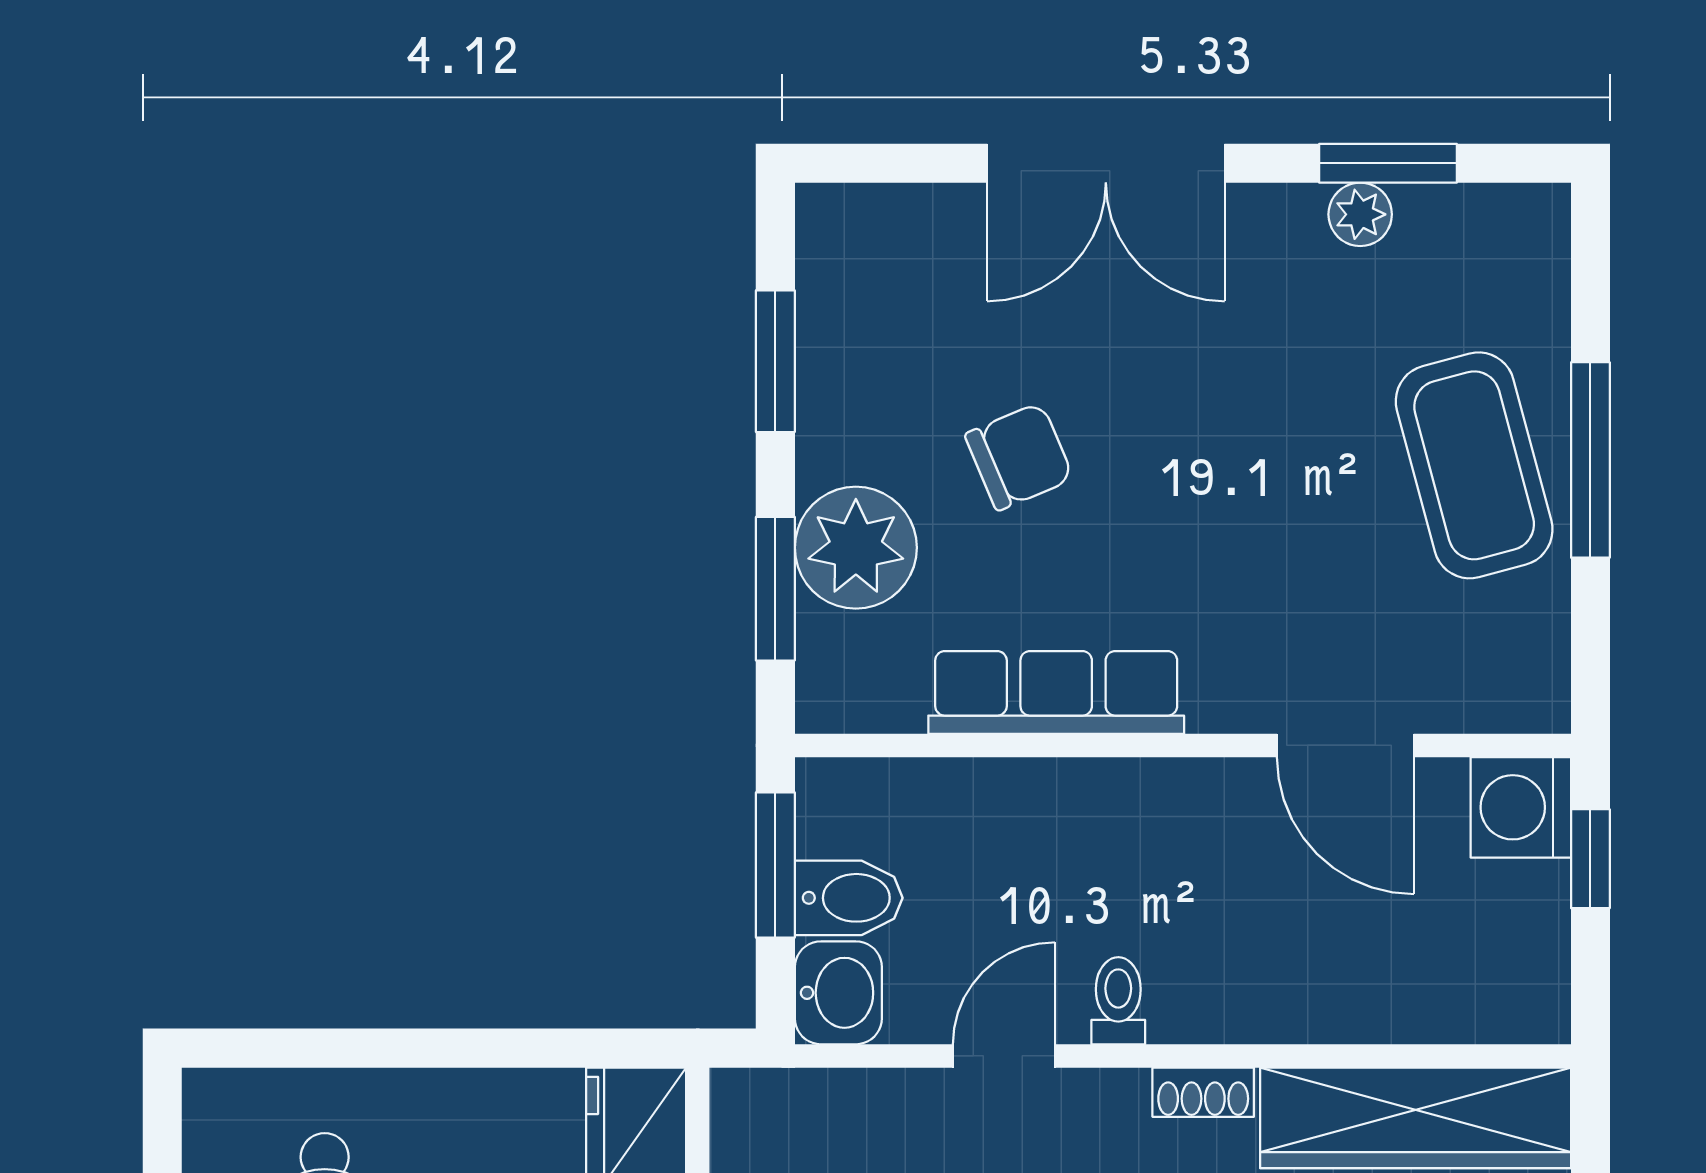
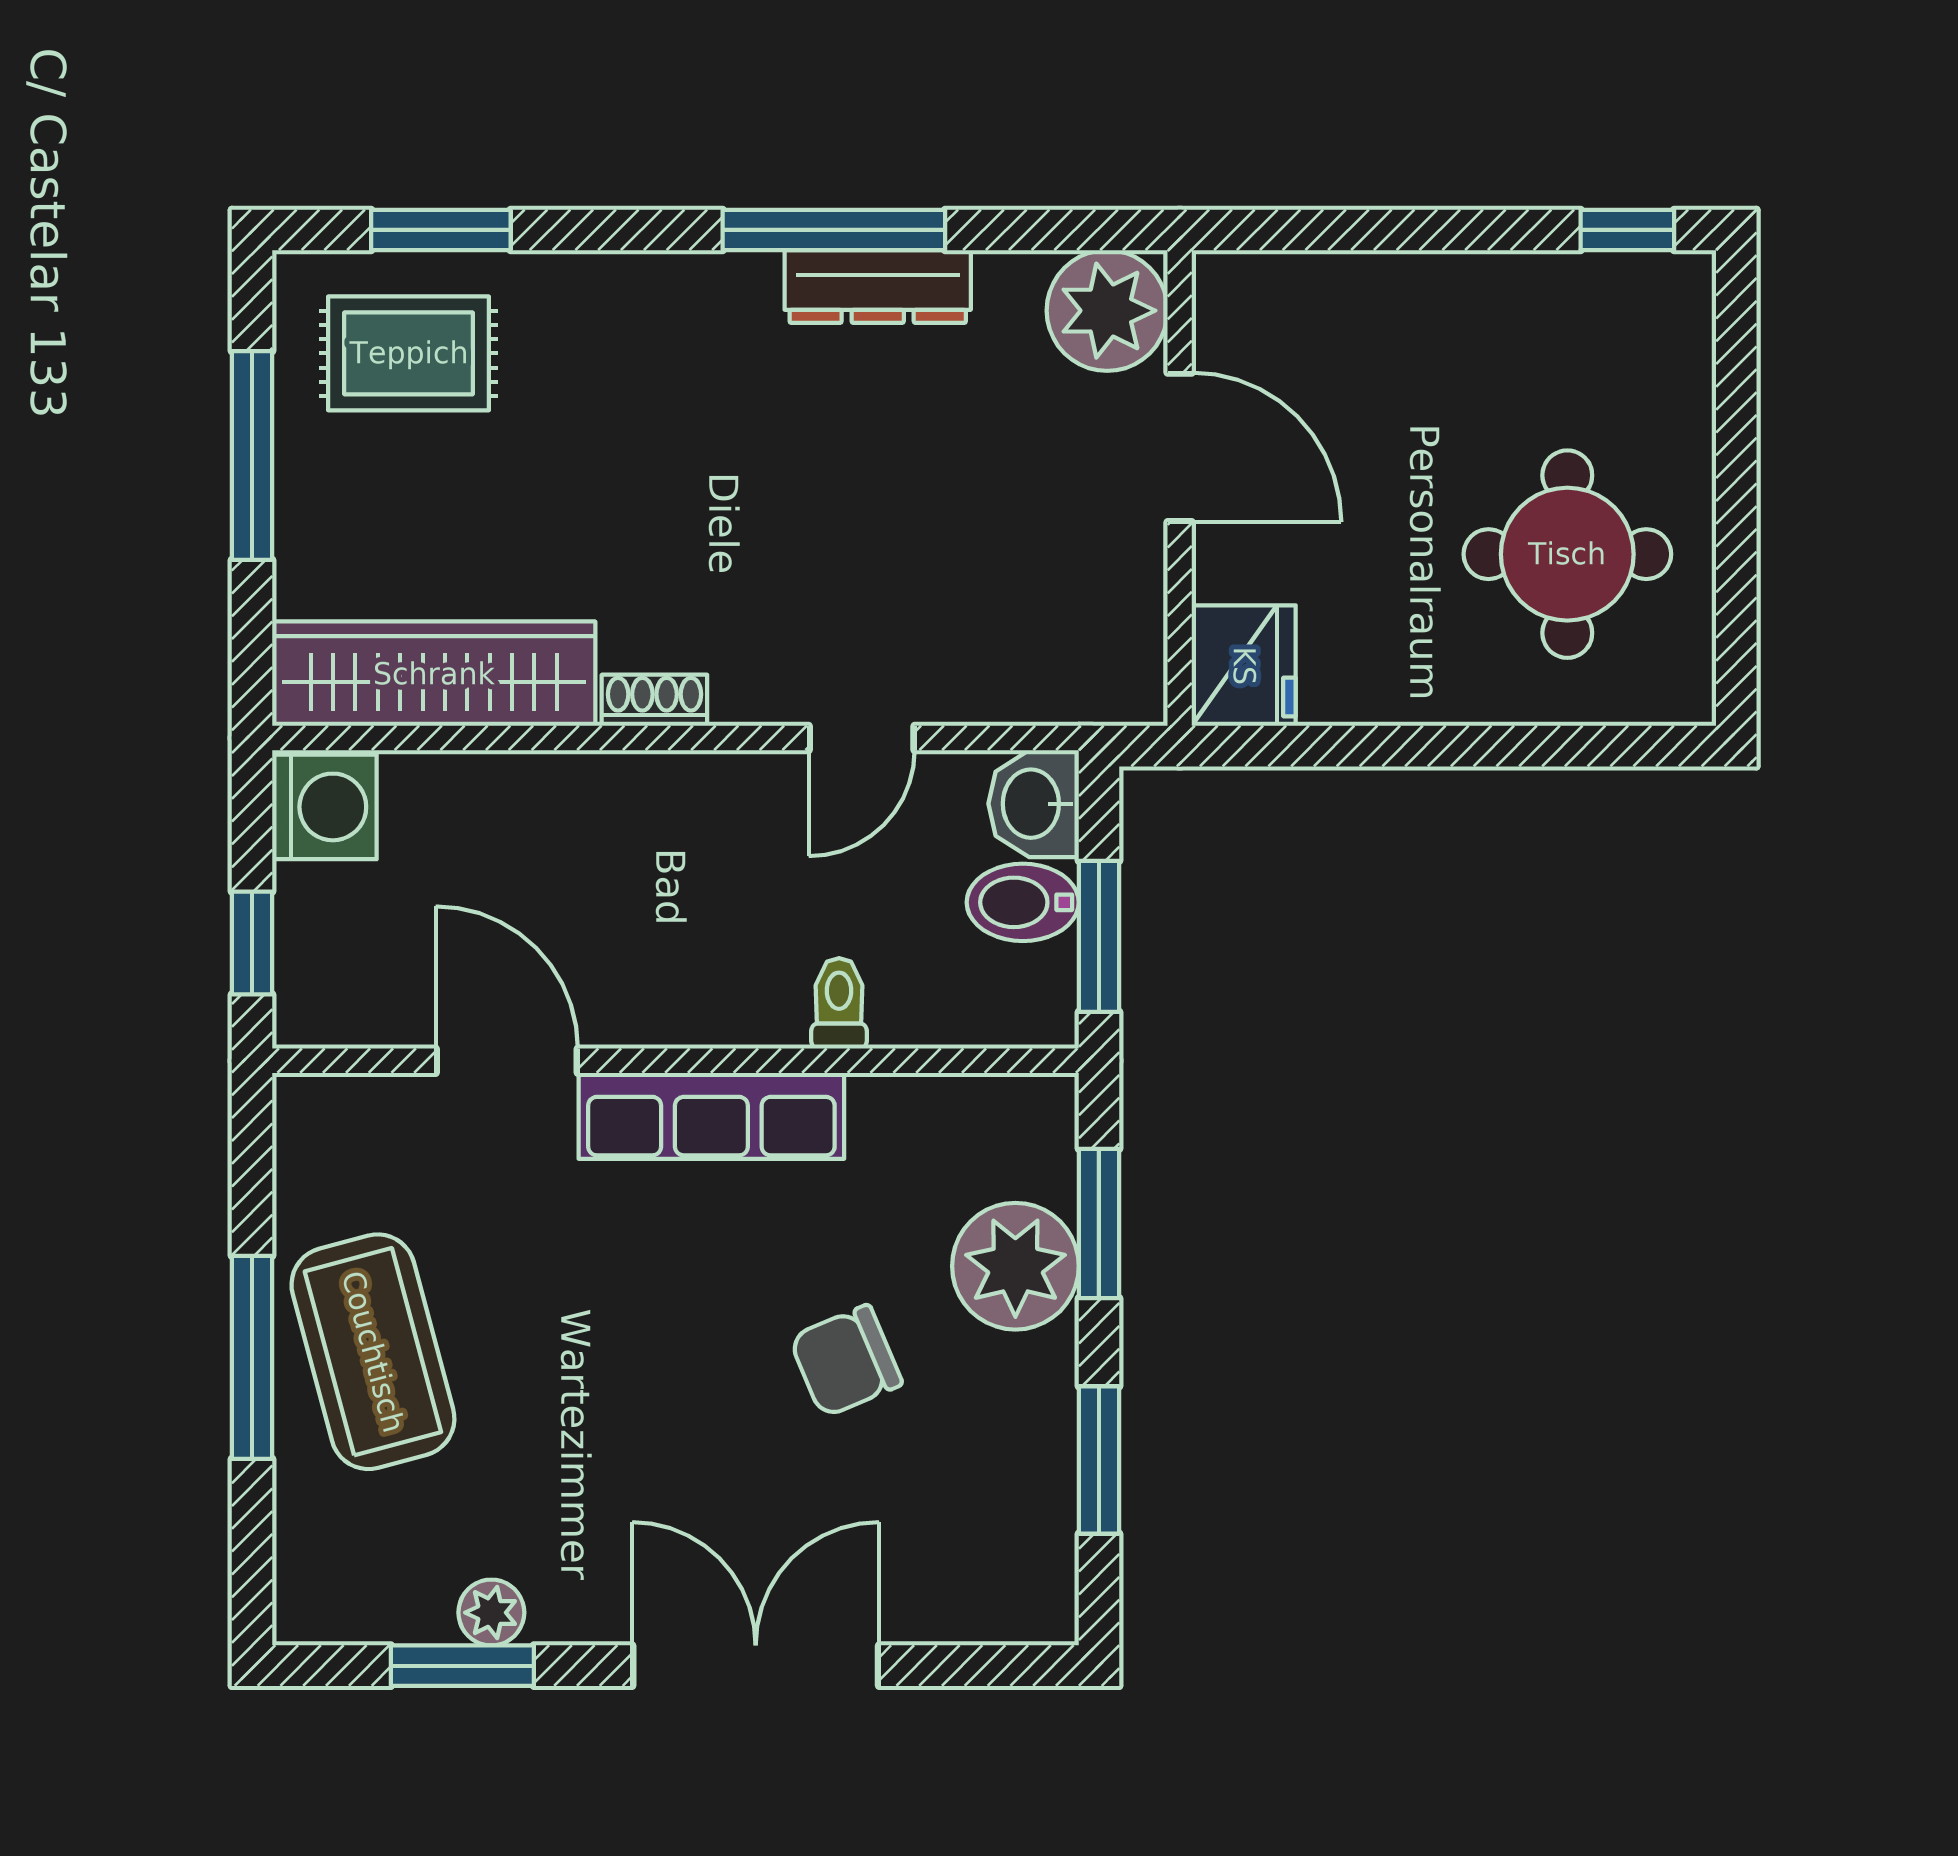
row of seats: (1056, 692) -> (711, 1116), moved
washing machine: (1521, 807) -> (324, 807), moved
toilet: (1118, 1001) -> (839, 1003), moved, turned 180

